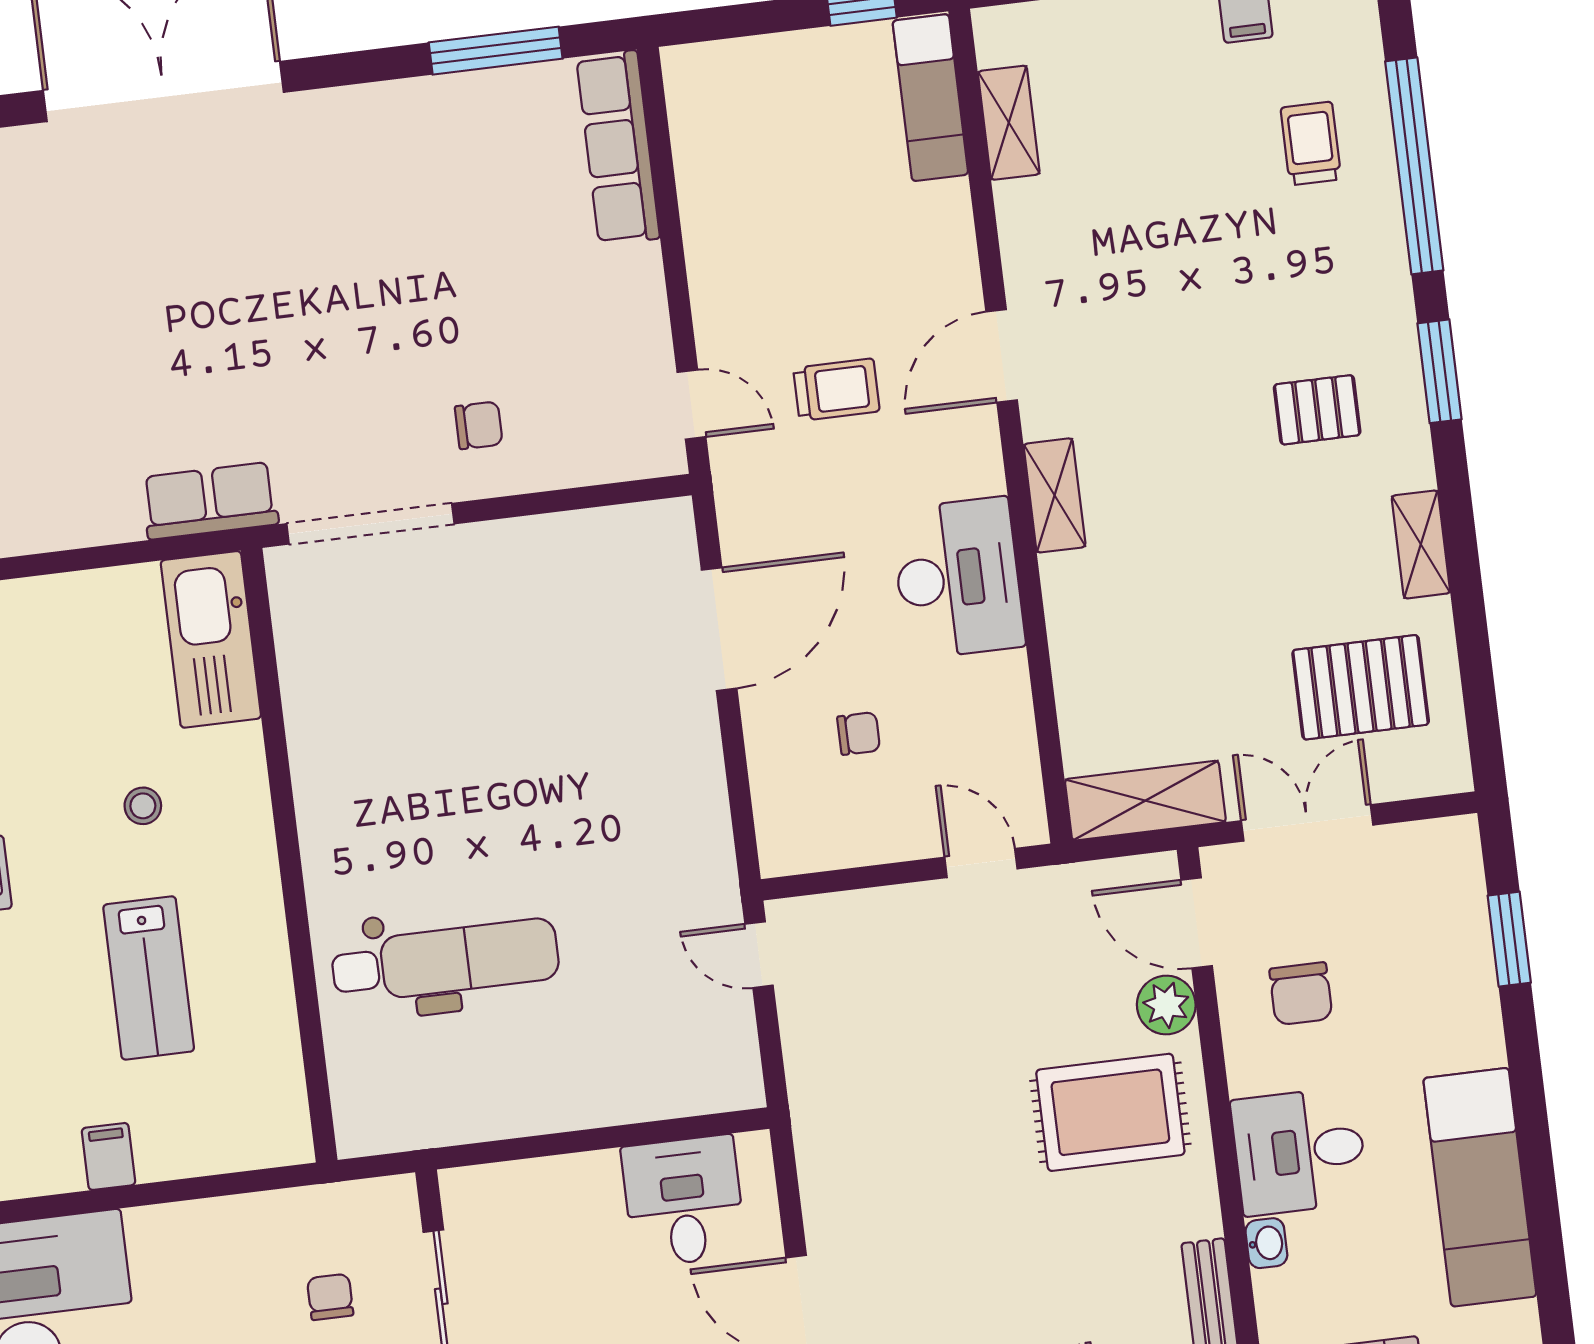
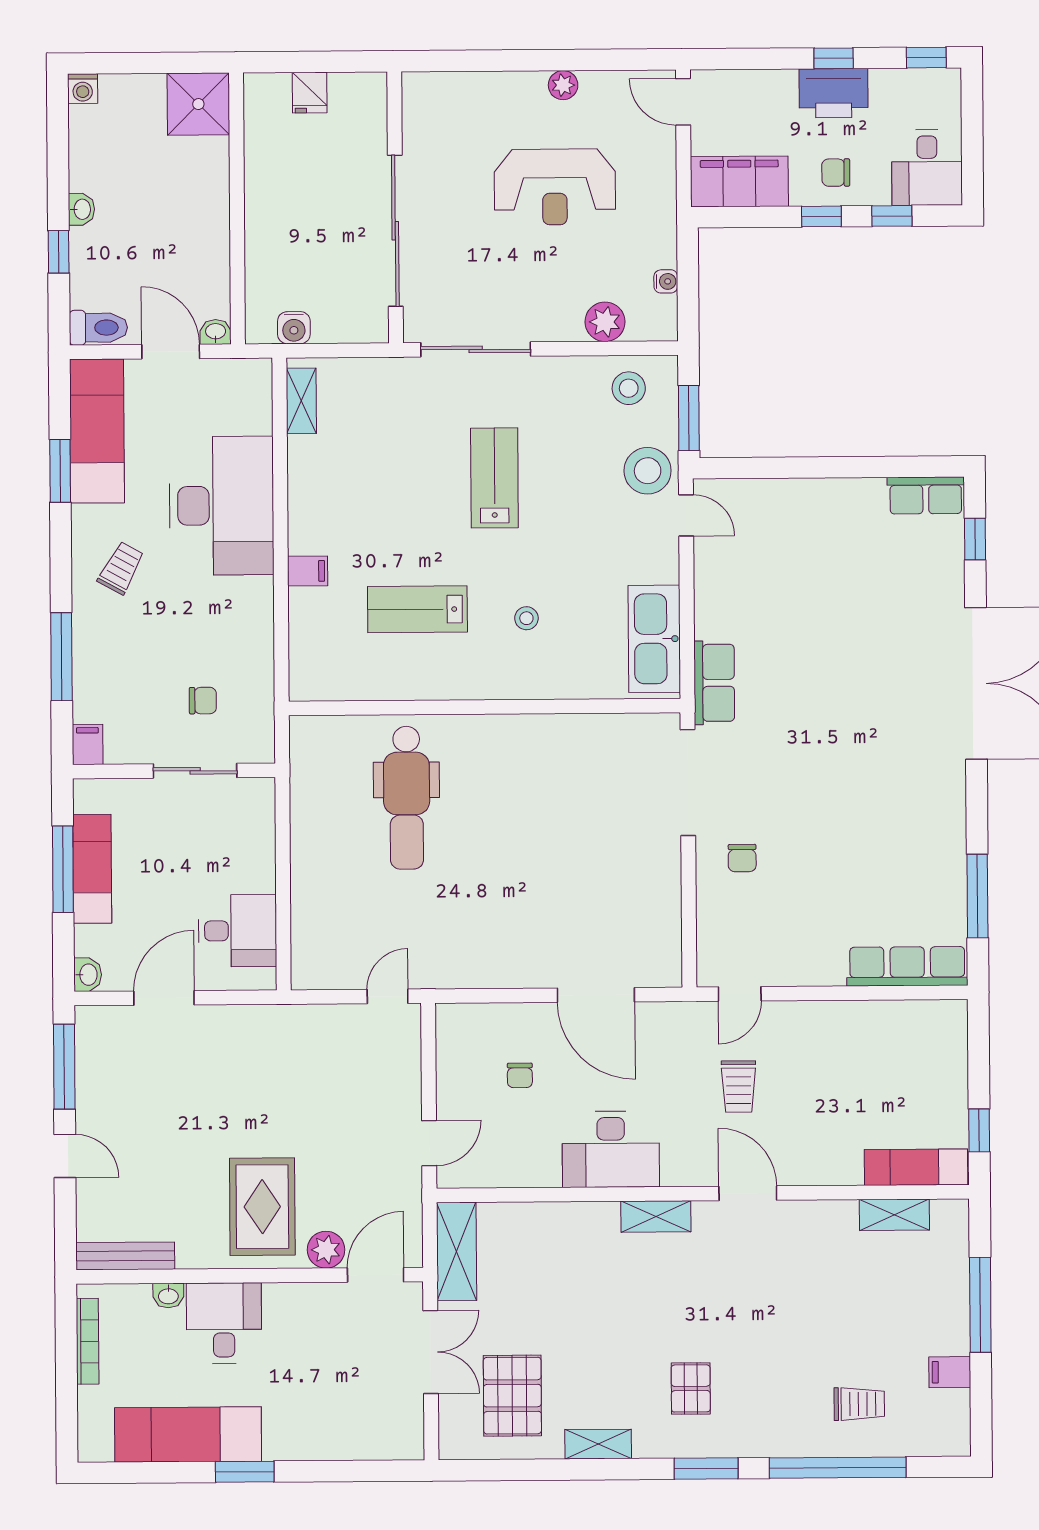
kitchen sink: (211, 639) -> (654, 639), moved, turned -90
window: (1509, 939) -> (245, 1472), moved
chair: (1301, 994) -> (323, 1336), removed

